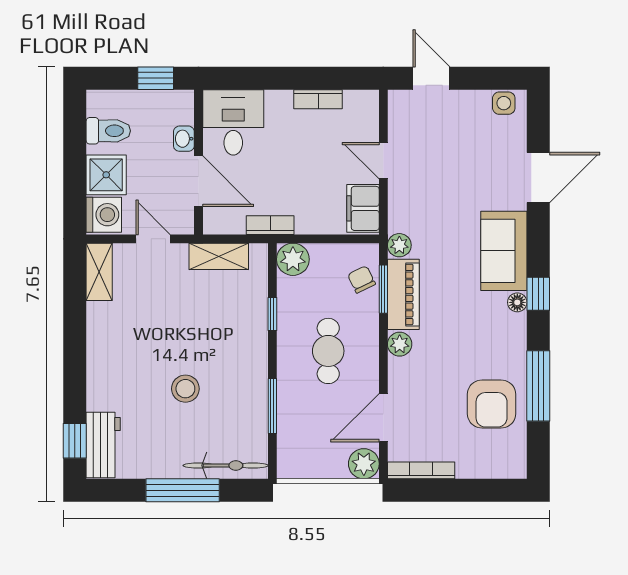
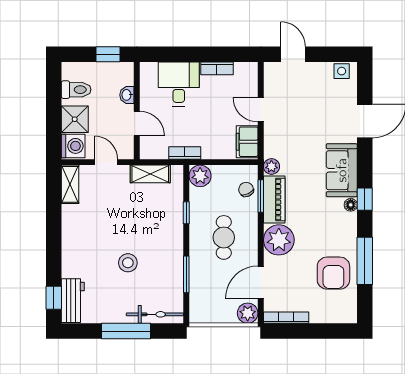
desk: (233, 122) -> (179, 84), moved
door: (199, 181) -> (137, 124), width x0.73
plant: (400, 344) -> (279, 240), width x1.88, depth x1.88

